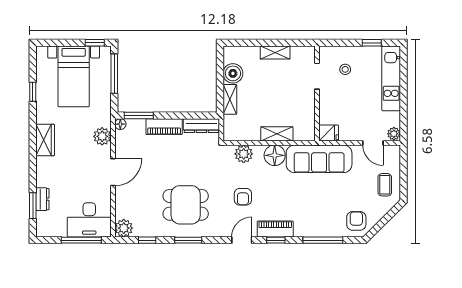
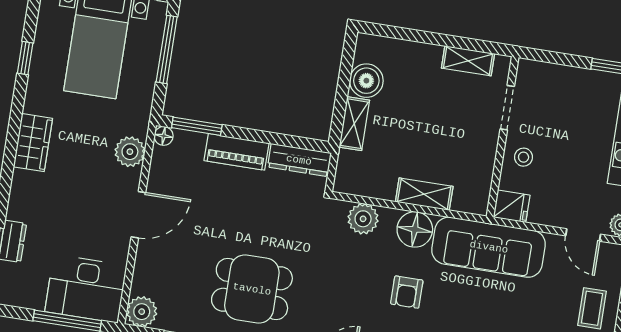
shelving: (275, 53) -> (468, 61), moved
stool: (345, 69) -> (524, 157), moved
armchair: (243, 197) -> (407, 292), moved

